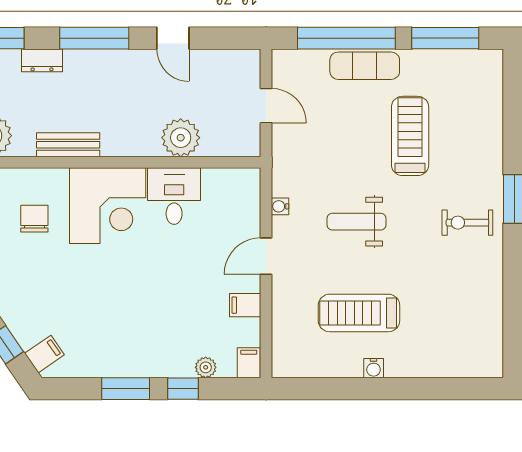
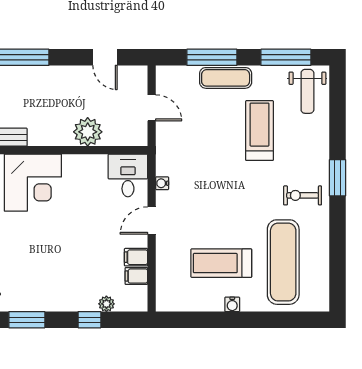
door: (173, 38) -> (105, 57), moved
window: (346, 38) -> (212, 57), width x0.68
desk: (174, 196) -> (128, 175), moved
weight bench: (357, 222) -> (307, 91), moved, turned -90
exercise mat: (442, 312) -> (283, 262), added
filing cabinet: (249, 363) -> (136, 276), moved, turned -90
window: (126, 389) -> (27, 320), moved

